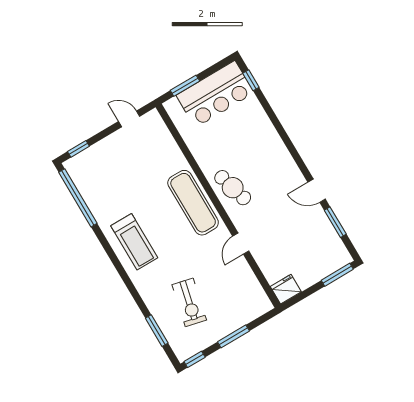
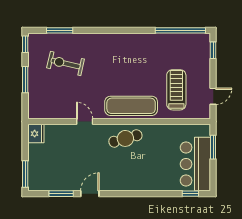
treadmill: (134, 242) -> (176, 90), moved, turned 90

